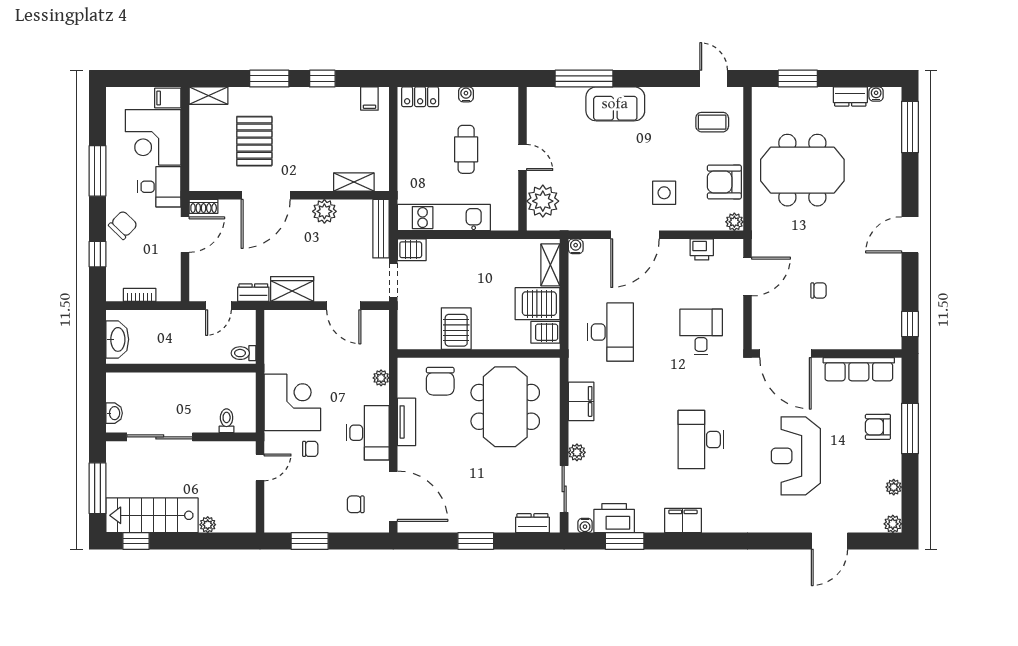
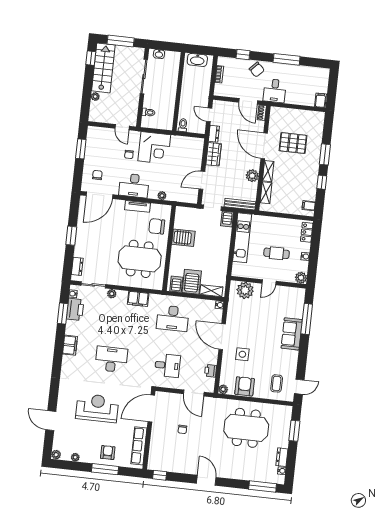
shelving: (209, 96) -> (268, 171), moved
plant: (507, 98) -> (301, 278), added
corner desk: (153, 137) -> (301, 90), removed
meeting table: (802, 170) -> (246, 428), turned 90

